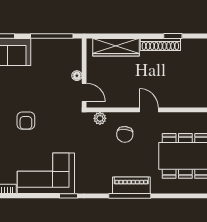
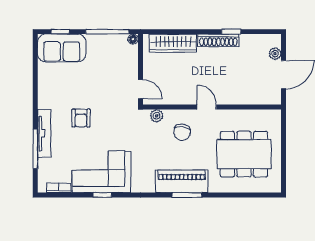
floor lamp: (77, 76) -> (133, 39), moved
piano: (131, 185) -> (182, 181), width x1.37, depth x1.33
window: (68, 196) -> (102, 195), moved
window: (130, 196) -> (187, 195), width x0.69

